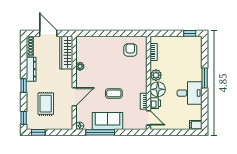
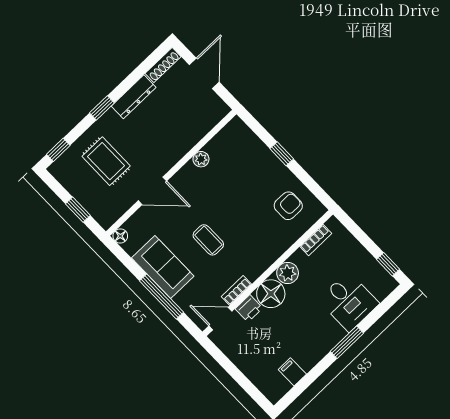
window: (108, 33) -> (282, 154), added
wardrobe: (66, 53) -> (202, 123), removed
desk: (190, 93) -> (349, 302), moved
rug: (46, 104) -> (106, 161), turned 90
door: (149, 118) -> (220, 319), swing flipped
filing cabinet: (196, 125) -> (292, 372), moved
window: (38, 132) -> (78, 210), moved
window: (100, 132) -> (161, 296), moved

